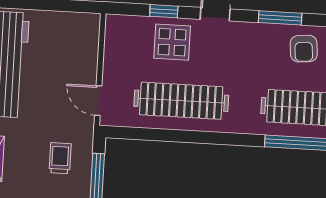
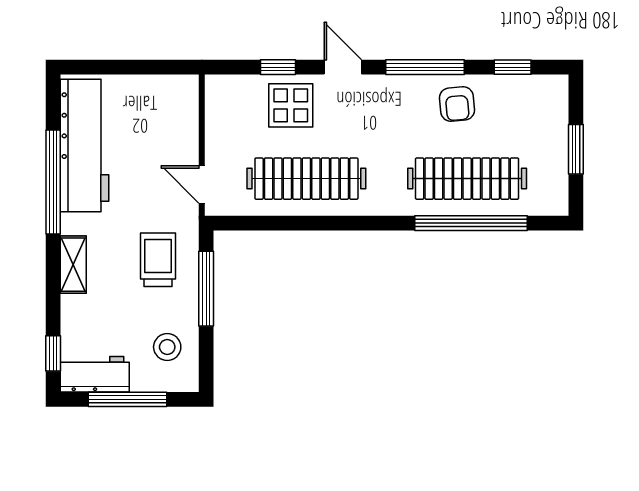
window: (280, 18) -> (425, 67), width x1.44
trolley: (60, 158) -> (158, 260), width x1.36, depth x1.39

